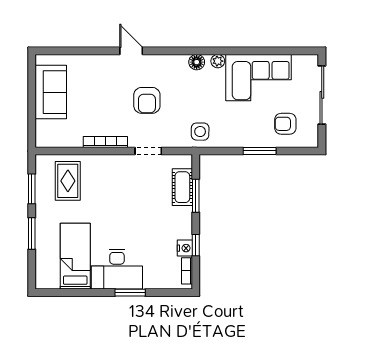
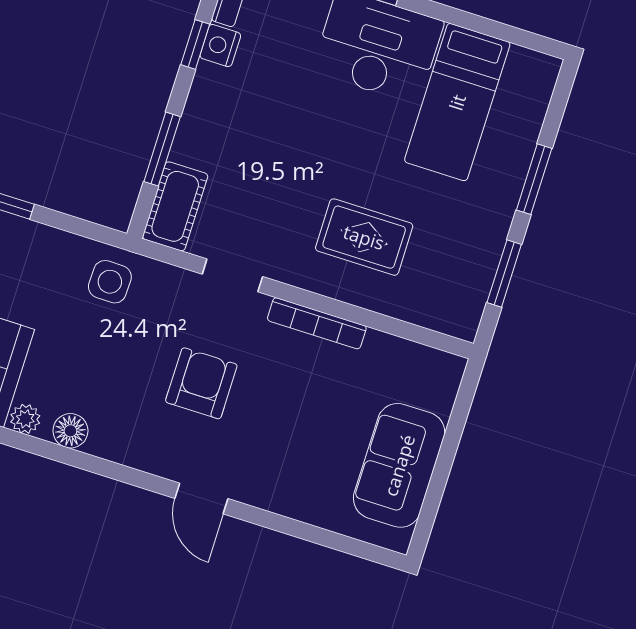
rug: (68, 181) -> (364, 237), moved, turned 90
cot: (182, 187) -> (175, 206), moved

